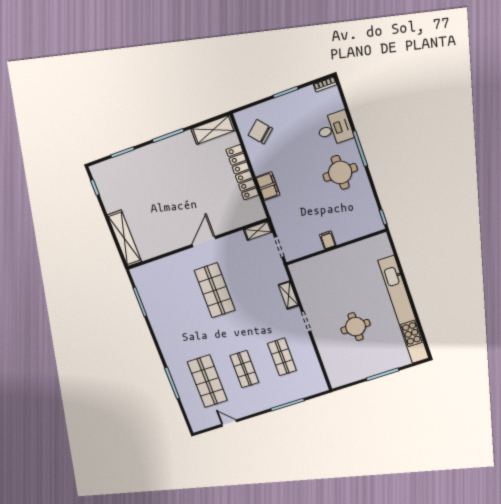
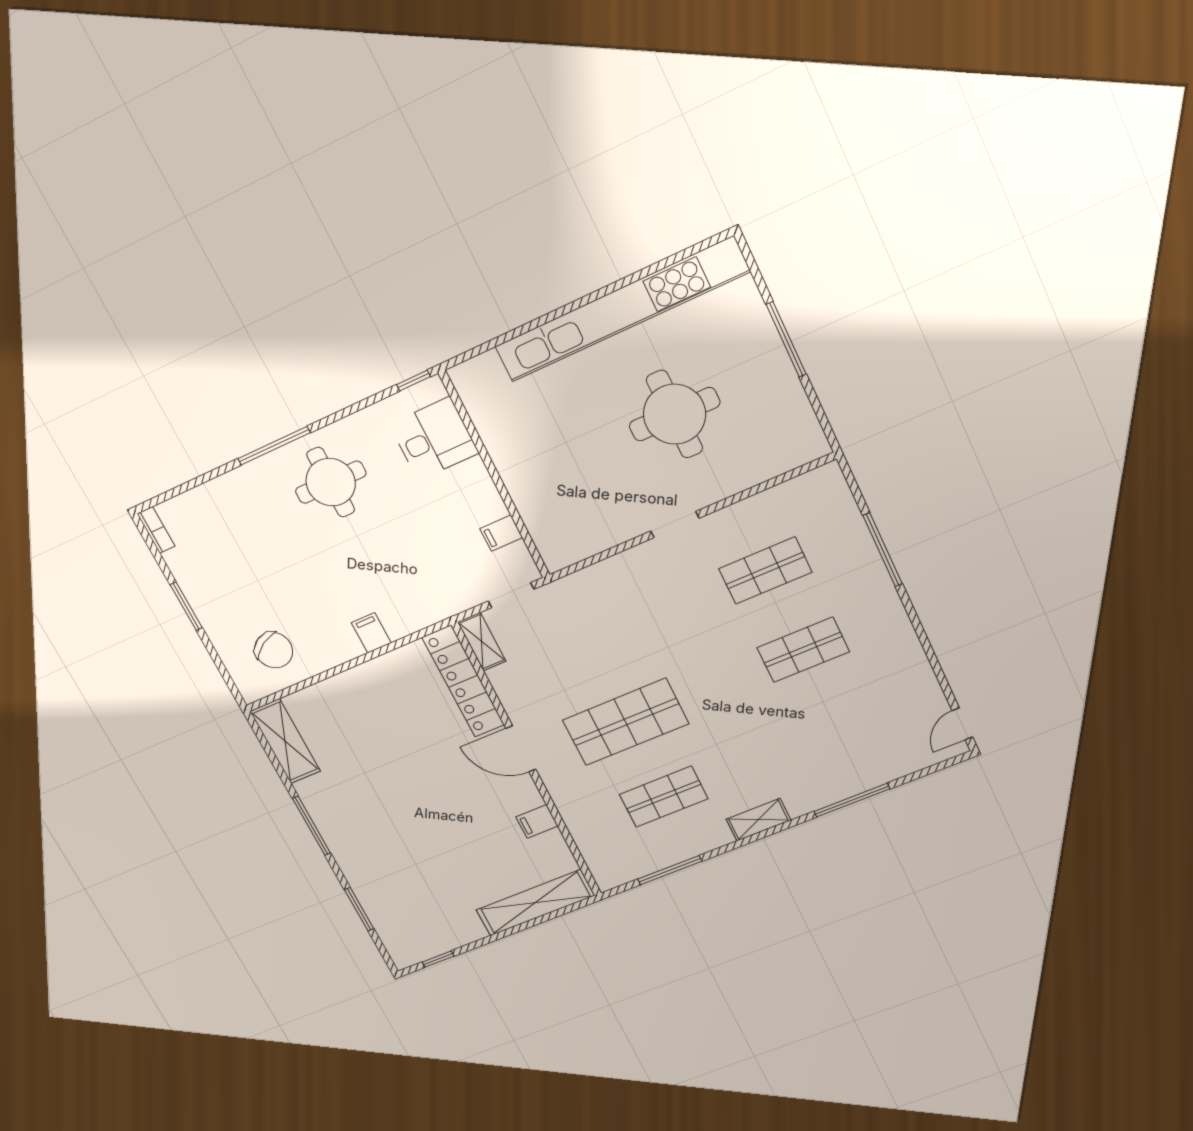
desk: (335, 129) -> (434, 439), moved, turned 90
chair: (260, 132) -> (274, 650), turned -79
locker: (242, 172) -> (463, 681), moved, turned 90
filing cabinet: (268, 186) -> (371, 633), width x0.50
filing cabinet: (328, 240) -> (501, 533), moved
filing cabinet: (167, 244) -> (537, 822), added
shelving: (289, 295) -> (758, 820), moved
round table: (356, 327) -> (675, 414), width x1.36, depth x1.36
shop shelf: (207, 381) -> (664, 797), moved, width x0.70, depth x0.74
door: (229, 423) -> (962, 724), moved

